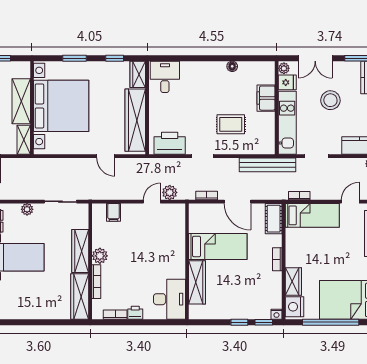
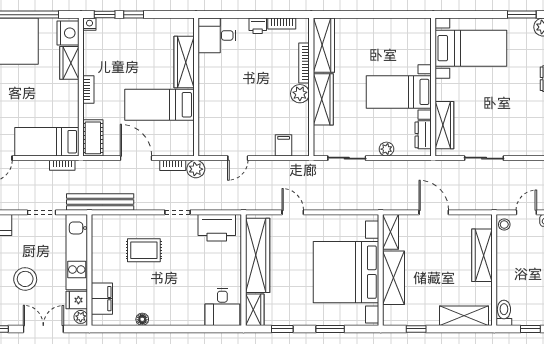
filing cabinet: (266, 98) -> (102, 299), moved
plant: (170, 192) -> (196, 169), moved
desk: (169, 299) -> (217, 35), width x0.73

